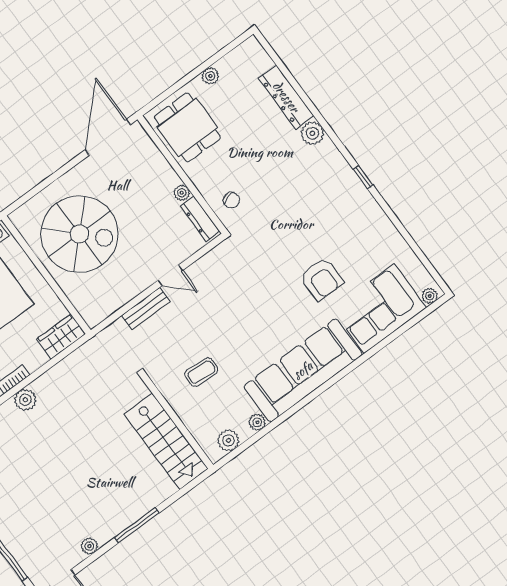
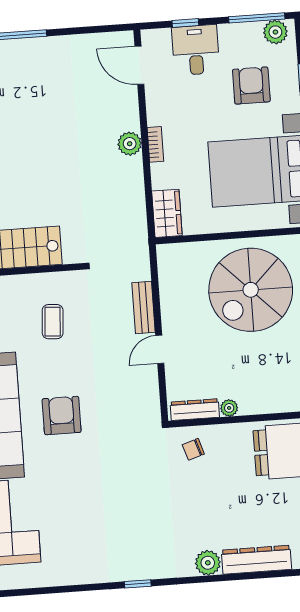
armchair: (322, 279) -> (62, 416), moved, turned 90

